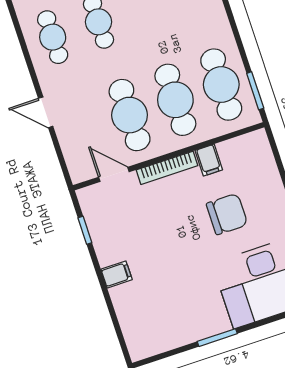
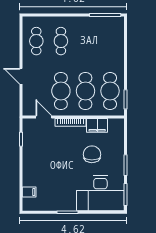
filing cabinet: (209, 160) -> (97, 125), width x2.00
chair: (227, 214) -> (92, 154), turned -90
filing cabinet: (117, 274) -> (29, 192), moved

